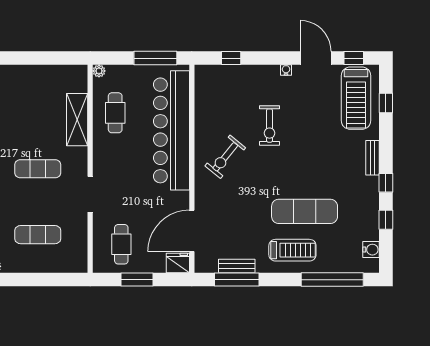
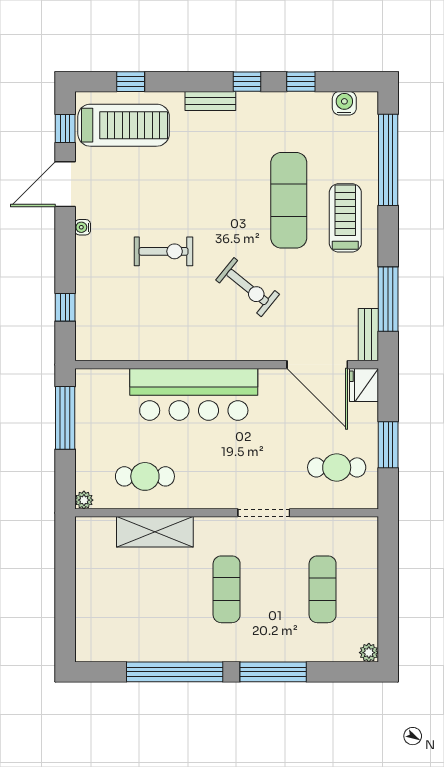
bar counter: (171, 130) -> (194, 394), width x0.73
exercise bike: (225, 157) -> (248, 287), moved
bench: (237, 266) -> (368, 335), moved

